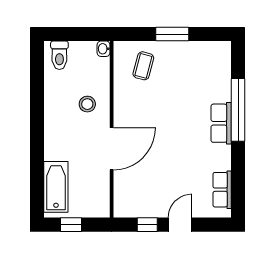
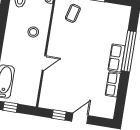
door: (112, 149) -> (44, 63), width x0.53
row of seats: (222, 190) -> (113, 84), moved

